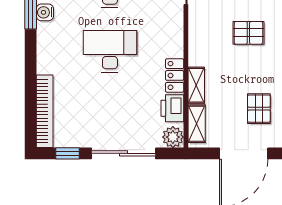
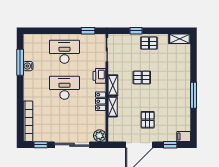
printer: (172, 108) -> (99, 76), moved
shelving: (197, 124) -> (113, 85), moved

